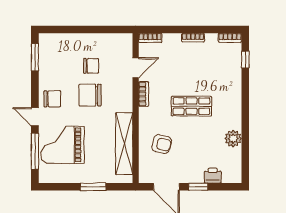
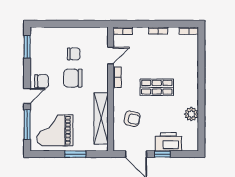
window: (245, 60) -> (201, 49), removed
door: (35, 117) -> (27, 96), swing flipped
grand piano: (62, 145) -> (55, 130), moved
printer: (213, 176) -> (168, 142), width x1.87, depth x1.48

